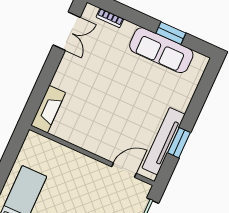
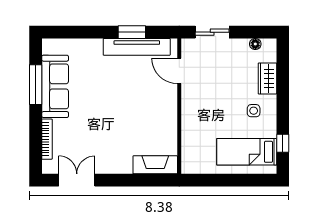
bookcase: (110, 18) -> (47, 139), width x1.56
window: (171, 33) -> (36, 85), width x1.44

